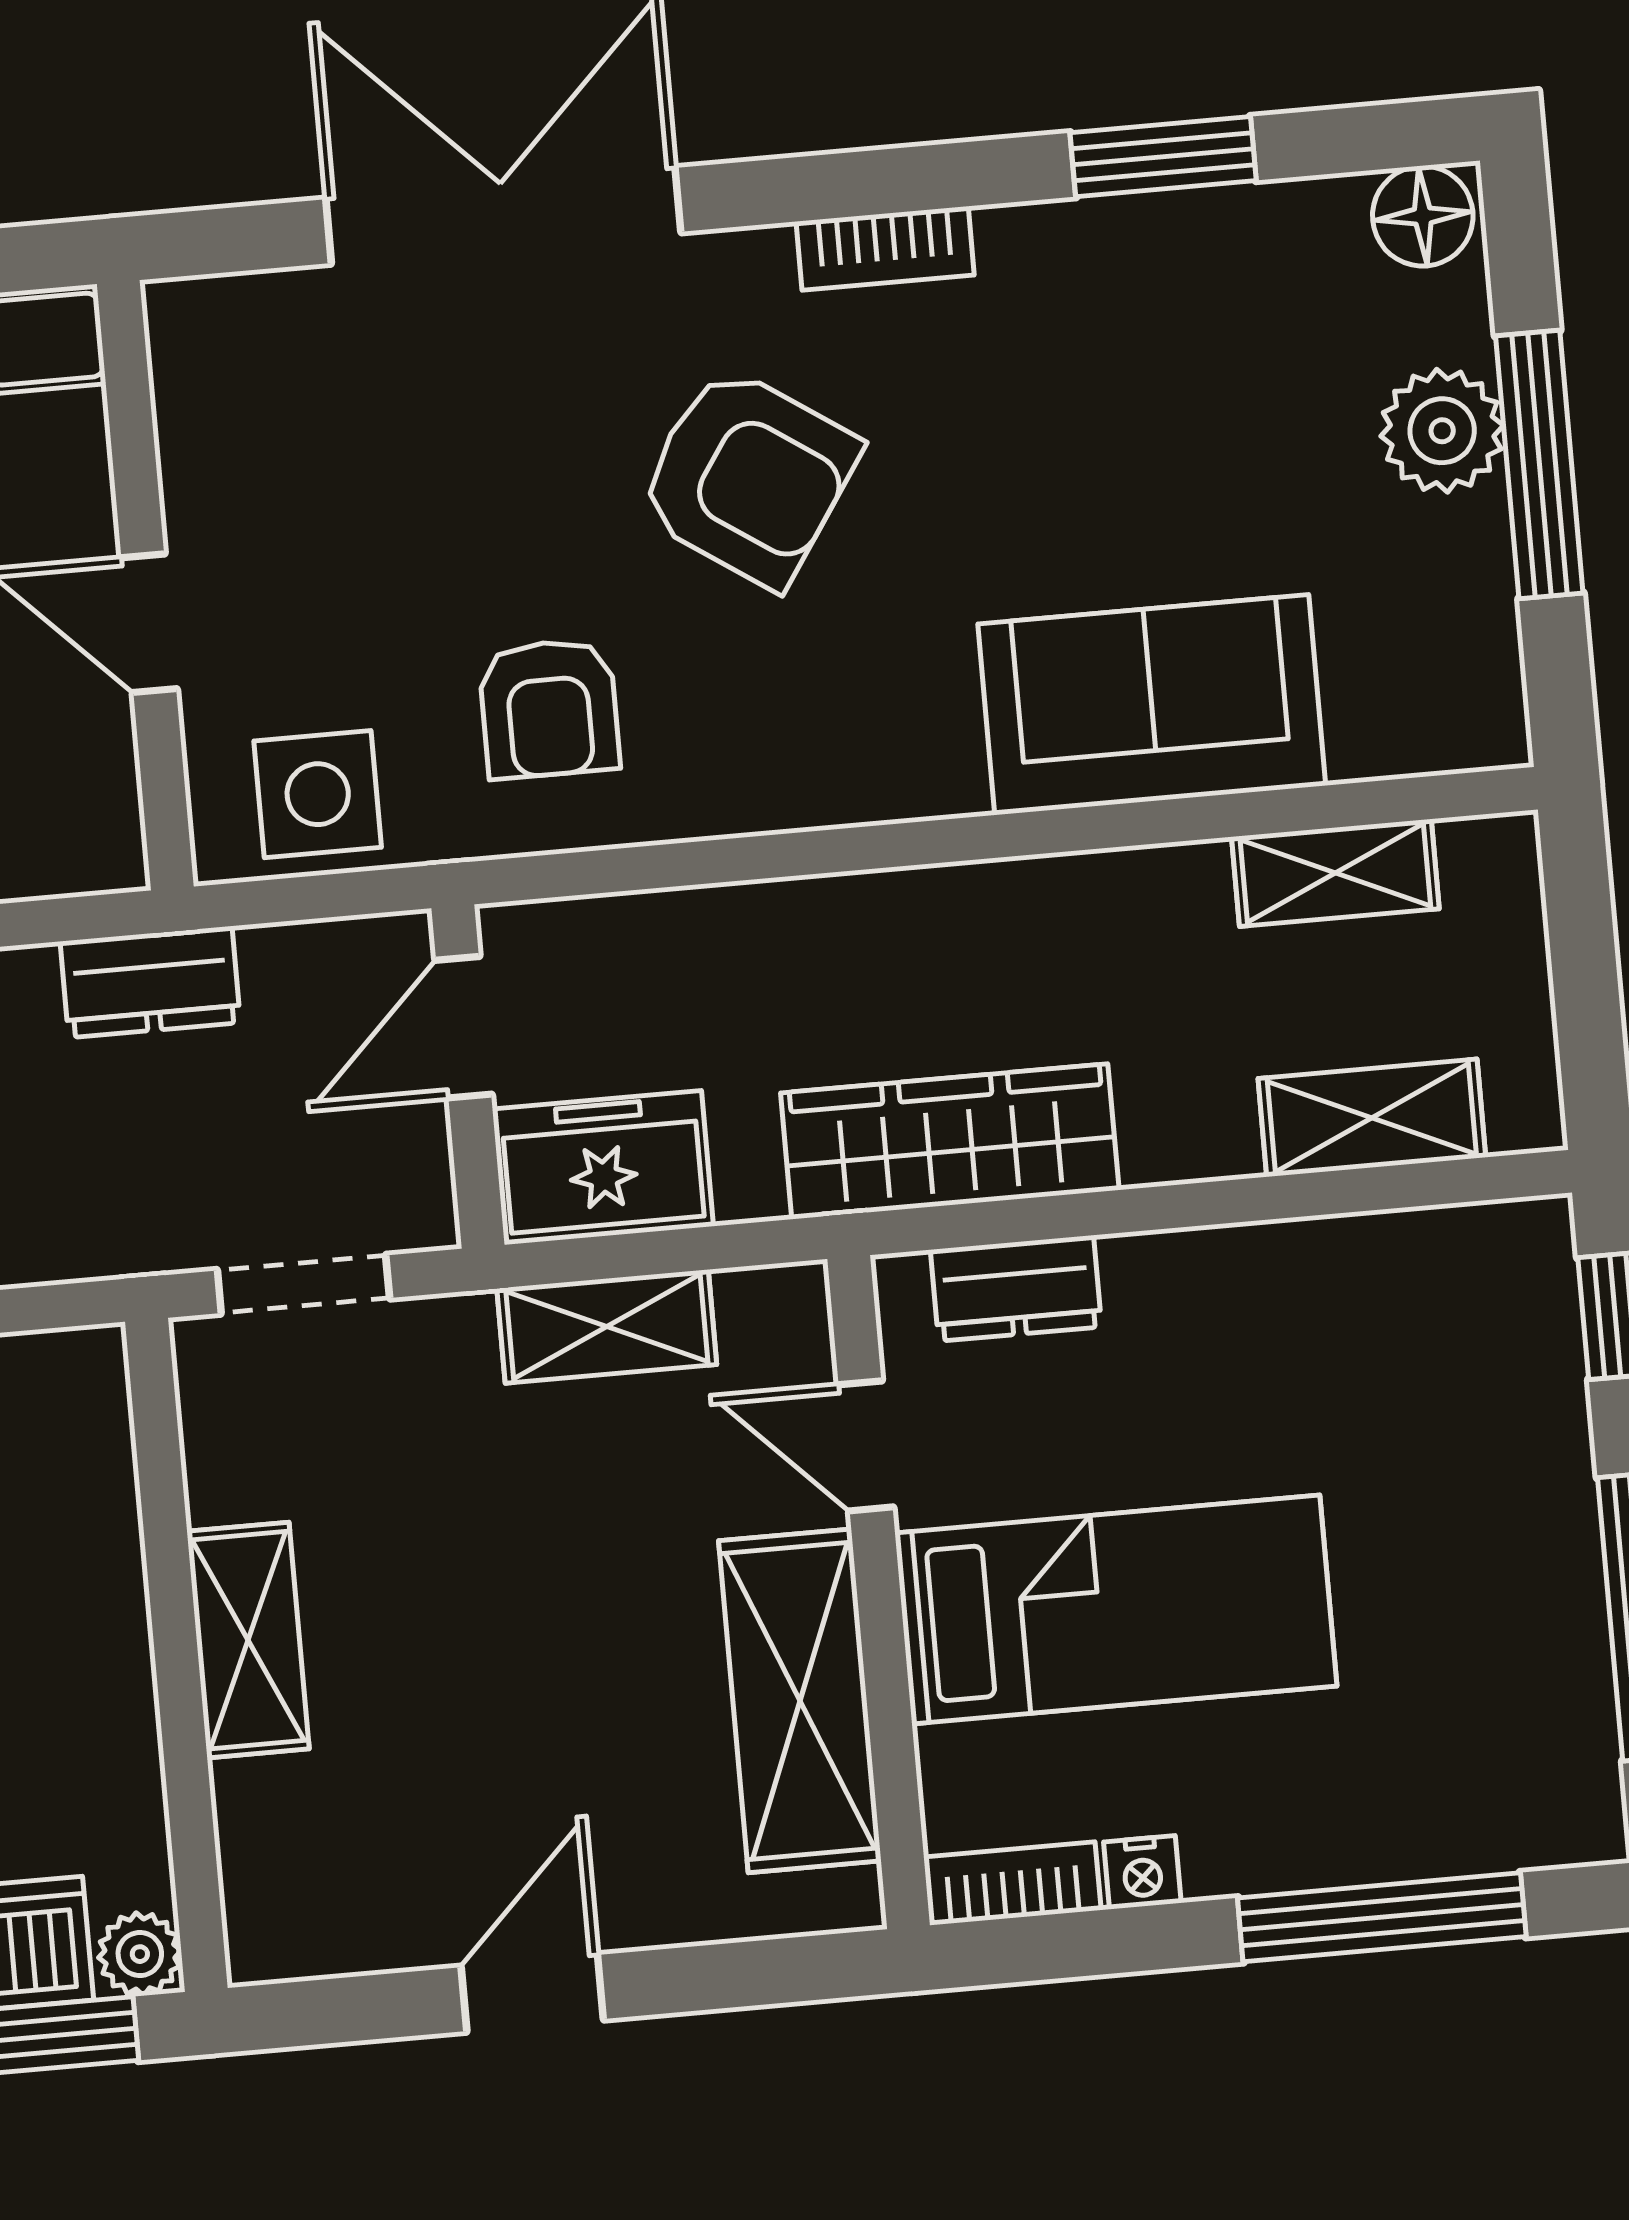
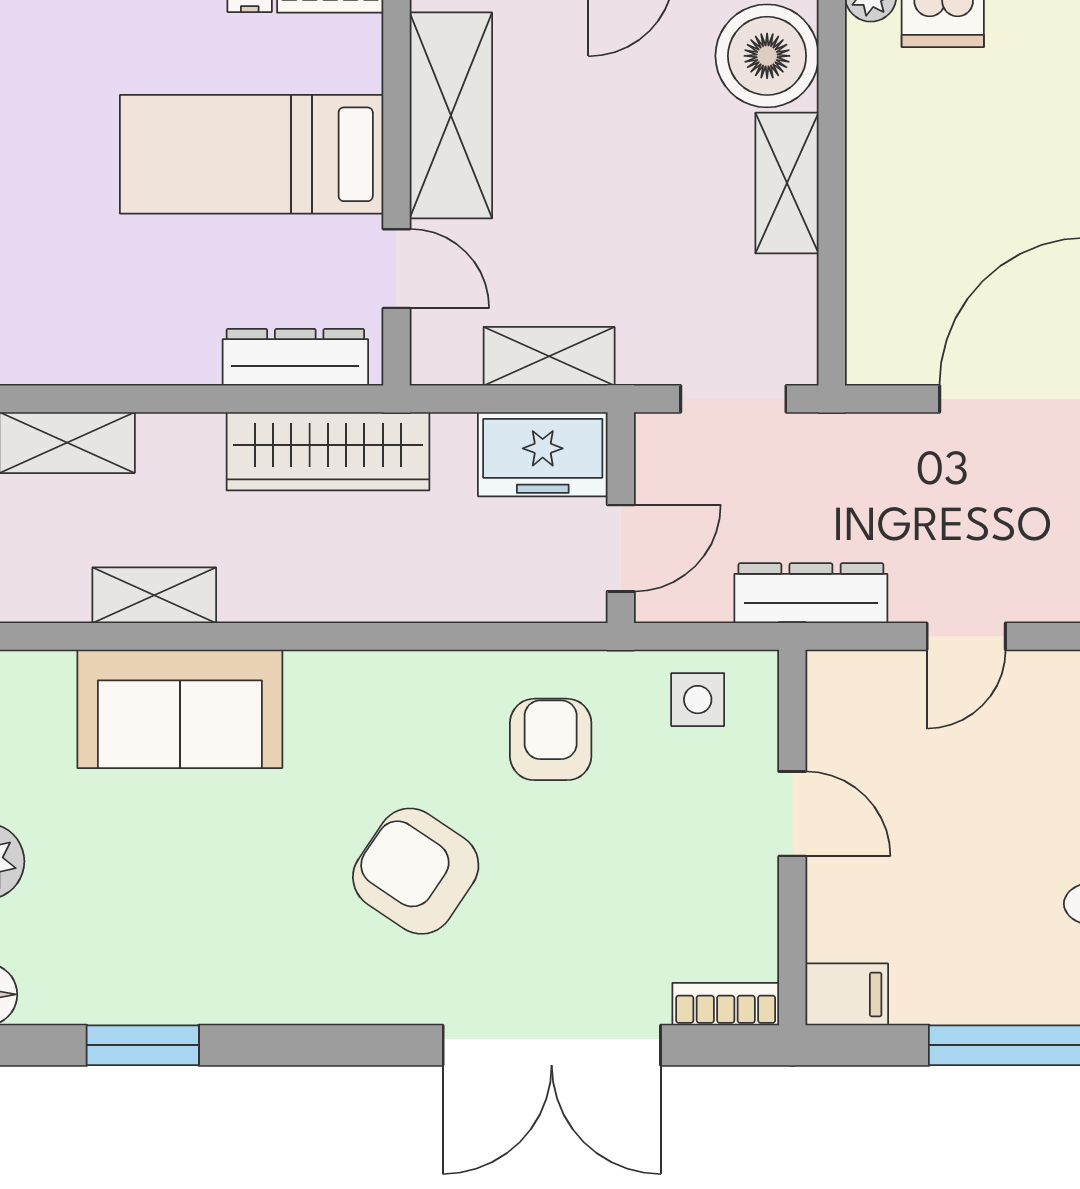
bookcase: (885, 248) -> (726, 1004), moved
side table: (318, 794) -> (698, 700), width x0.73, depth x0.73
shelving: (1335, 873) -> (154, 595), moved
dresser: (150, 982) -> (811, 593), width x1.44
dresser: (1016, 1288) -> (295, 357), width x1.44
boiler: (298, 1842) -> (767, 56), added

